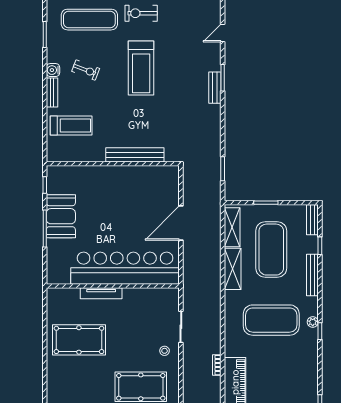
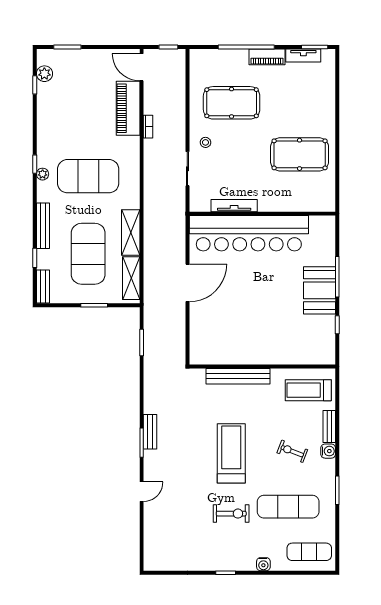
bench: (135, 155) -> (238, 376), moved
wall: (113, 164) -> (262, 366), moved
tv unit: (101, 293) -> (234, 206), moved

